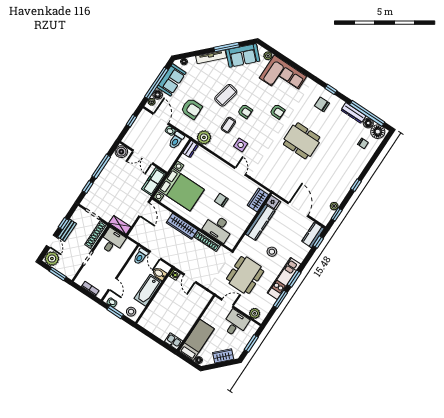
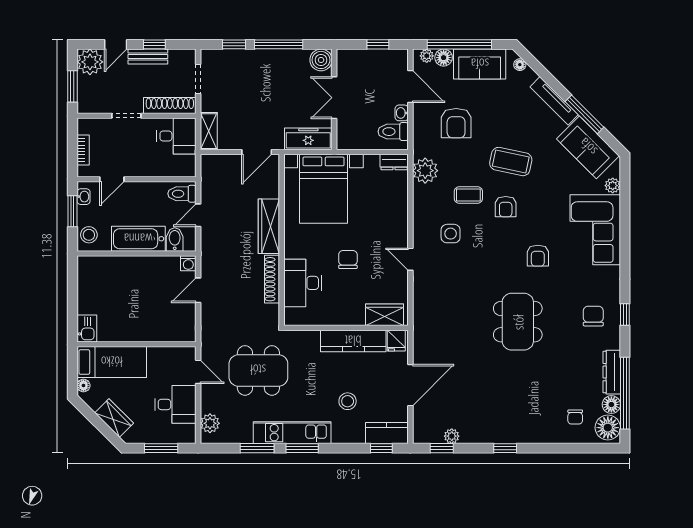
door: (161, 119) -> (410, 86), hinge flipped
door: (240, 171) -> (410, 259), swing flipped
stool: (272, 252) -> (348, 401), moved

